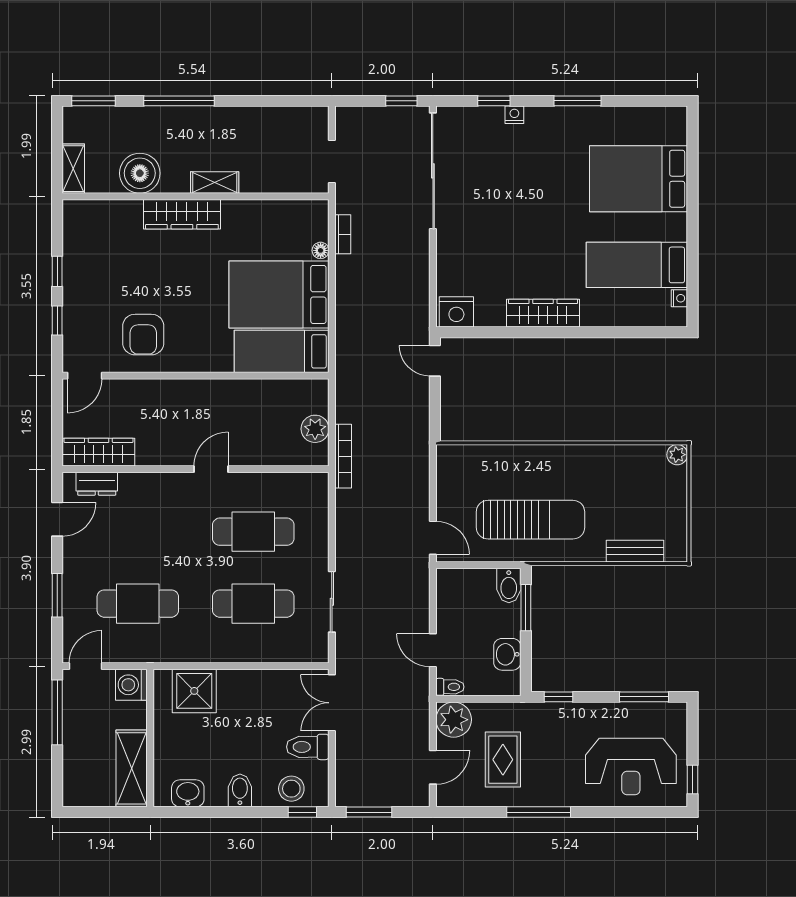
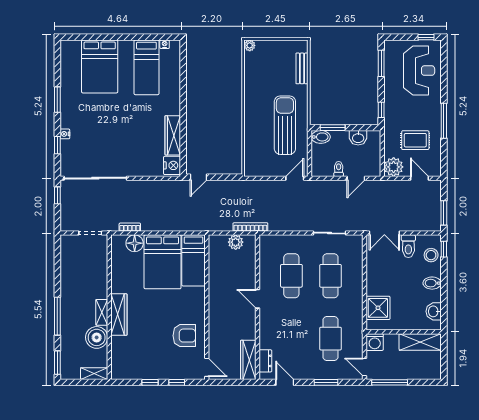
shelving: (215, 183) -> (102, 312), moved
floor lamp: (321, 250) -> (135, 243), width x1.89, depth x1.89
wardrobe: (543, 313) -> (173, 135), moved
toilet: (450, 687) -> (339, 169), moved

